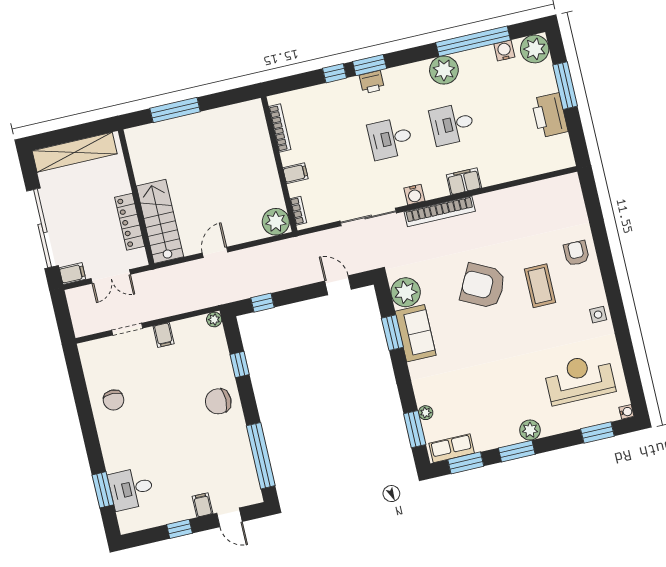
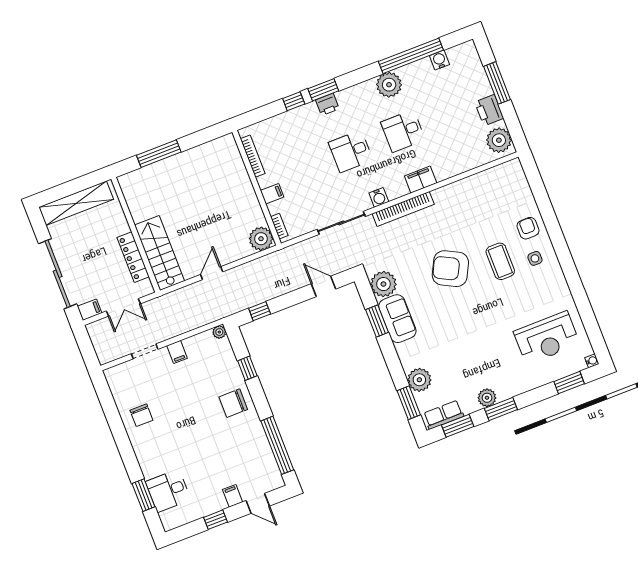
plant: (535, 49) -> (499, 140), moved
printer: (550, 115) -> (489, 110), width x0.73, depth x0.84
side table: (598, 315) -> (535, 258), moved
reception desk: (580, 379) -> (547, 338), turned 180
plant: (426, 413) -> (419, 380), width x1.88, depth x1.88
plant: (530, 430) -> (487, 398), moved

